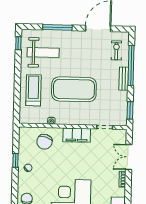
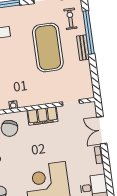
exercise mat: (74, 89) -> (48, 47), moved, turned 90
window: (130, 110) -> (95, 80), removed

